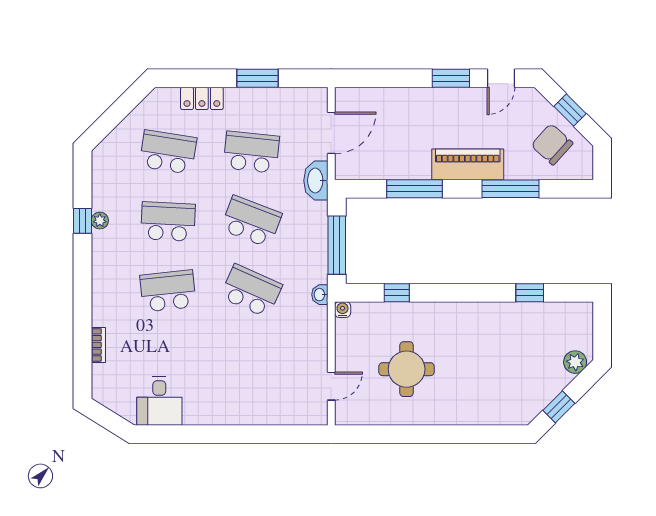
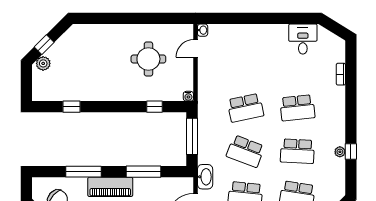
school desk: (251, 291) -> (245, 108), turned -36
washbasin: (320, 295) -> (203, 30), moved
window: (559, 407) -> (44, 45), moved

